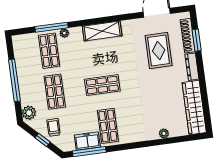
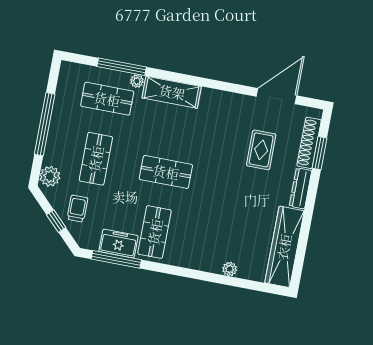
shelving: (102, 31) -> (172, 92), moved
rug: (159, 50) -> (261, 150), width x0.73, depth x0.70
shop shelf: (49, 51) -> (107, 99), turned 90

